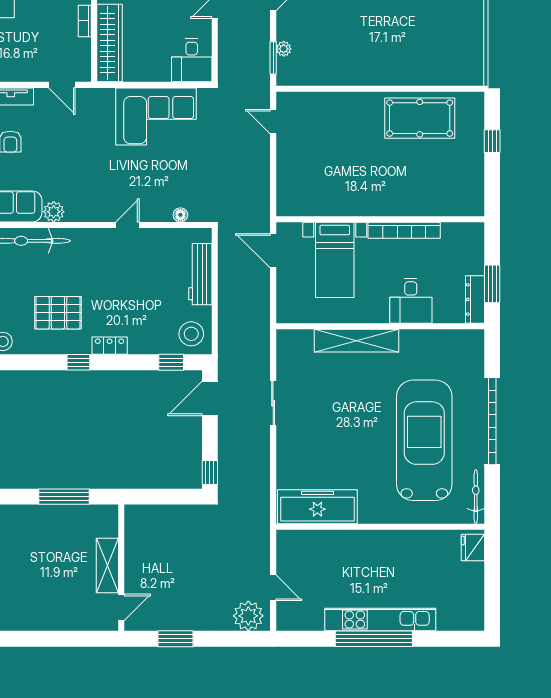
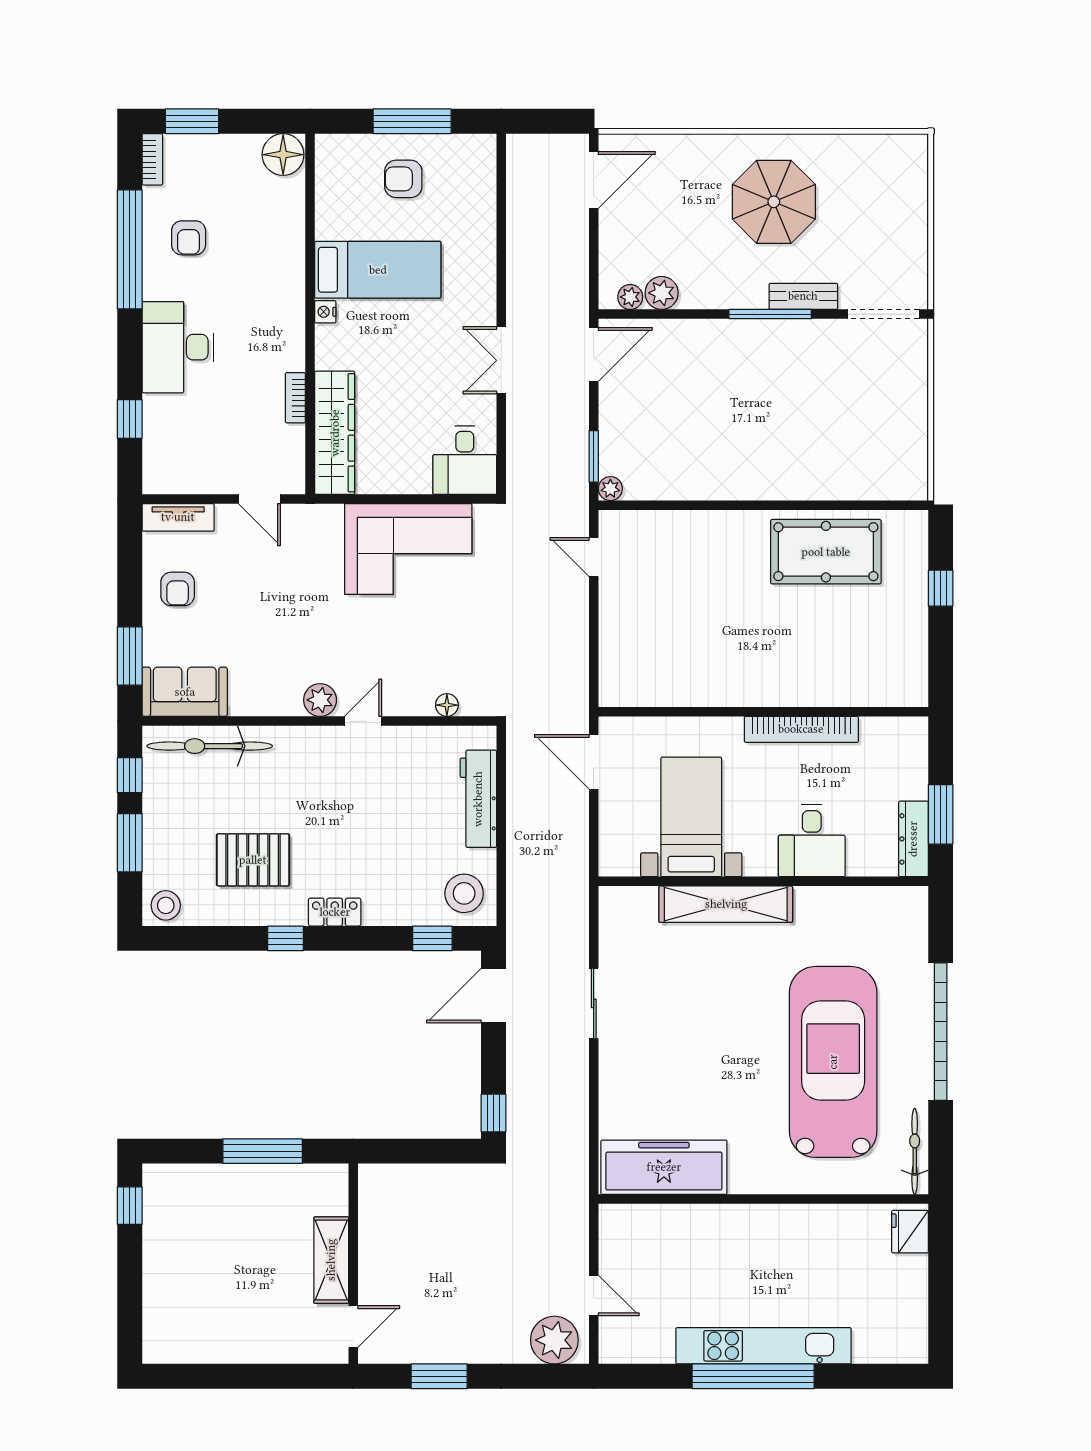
plant: (284, 49) -> (610, 489), moved
plant: (54, 212) -> (320, 700), moved
bed with nightstands: (335, 260) -> (691, 817), moved, turned 180

